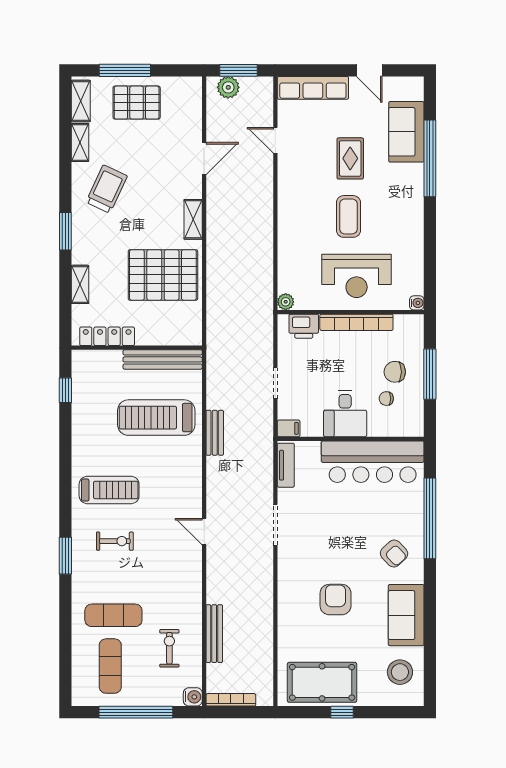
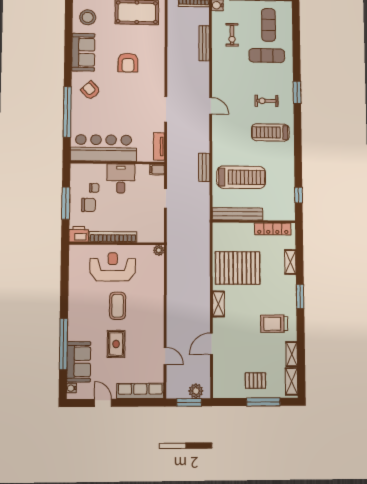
pallet: (137, 103) -> (255, 381), width x0.67, depth x0.71
trolley: (107, 189) -> (274, 324), turned 65
water cooler: (417, 303) -> (72, 388), moved
printer: (304, 326) -> (79, 234), moved

